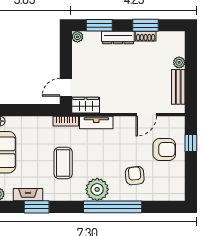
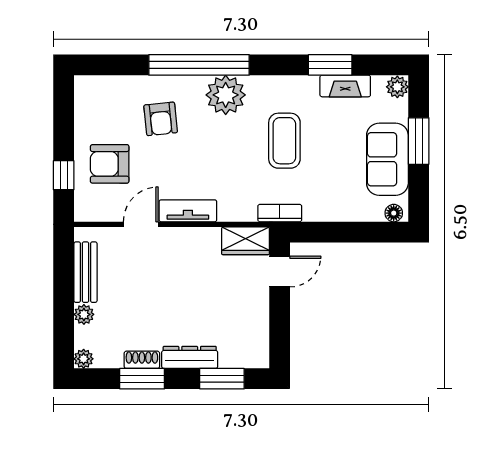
plant: (77, 37) -> (84, 359), moved
tv unit: (96, 122) -> (188, 211), moved

